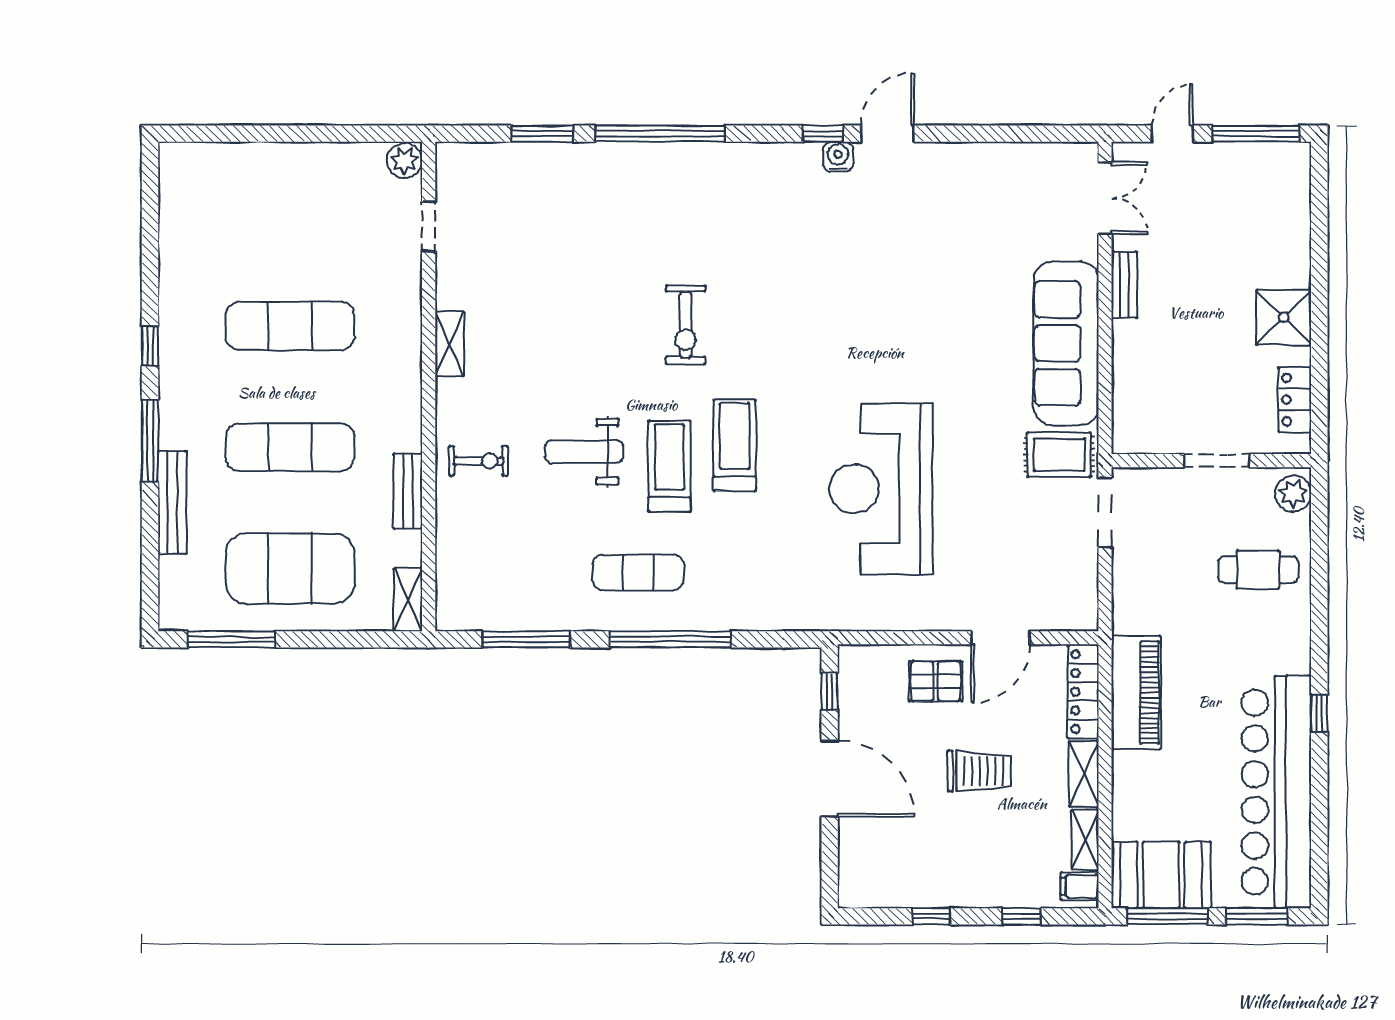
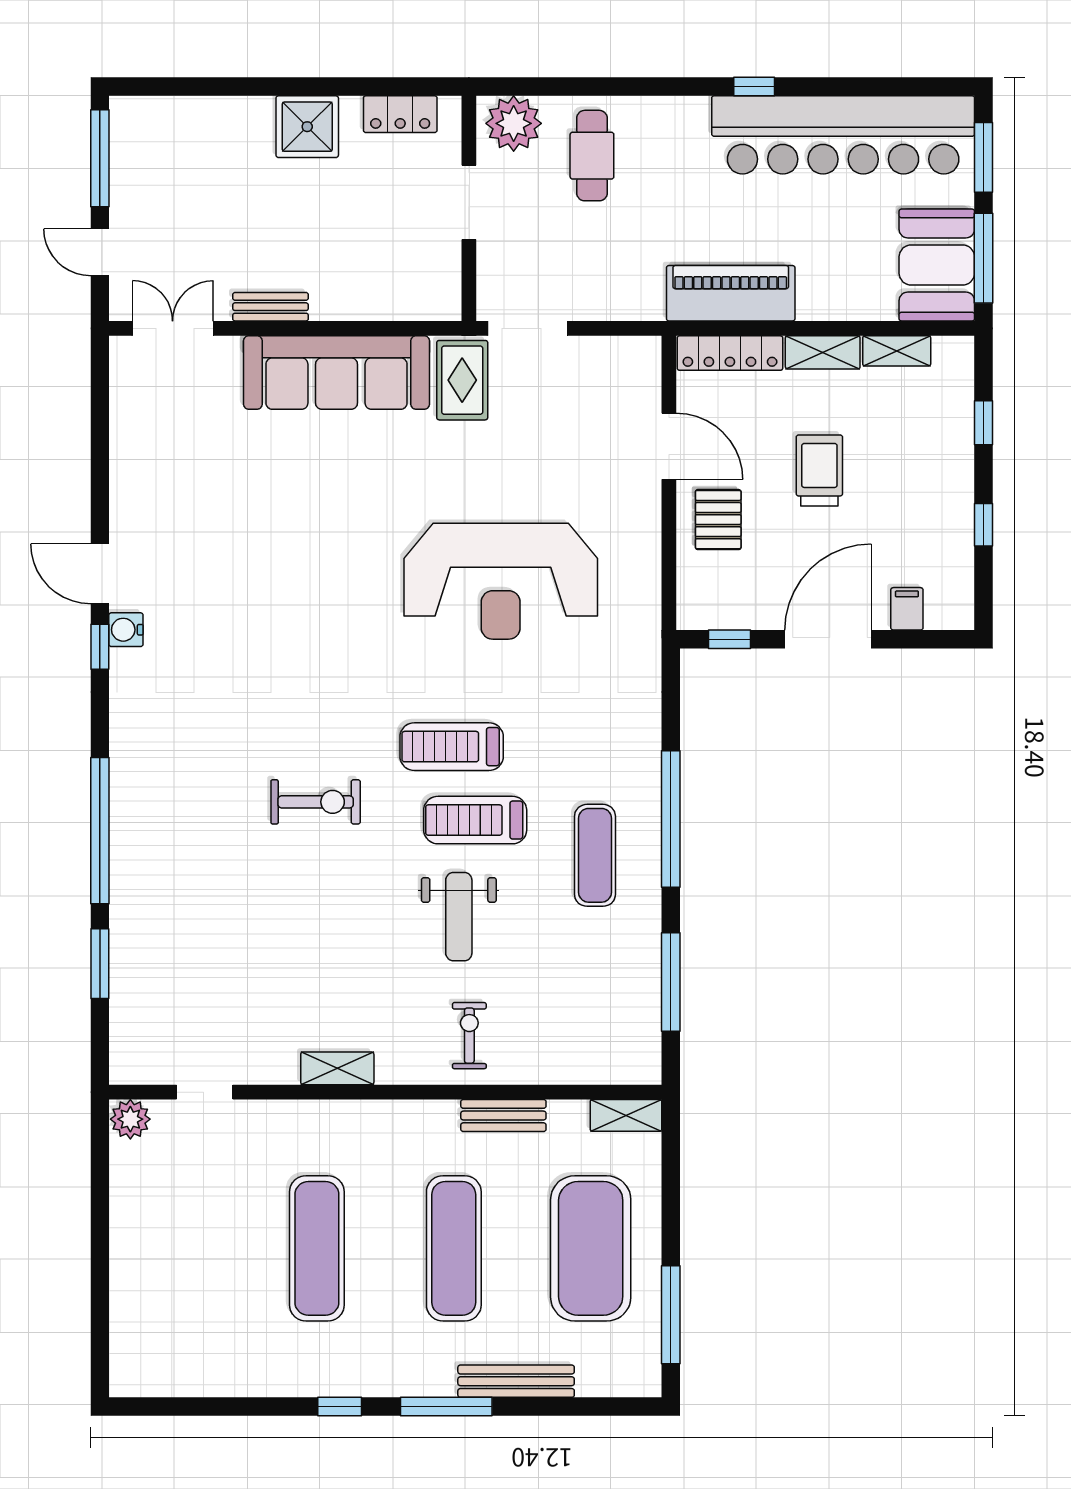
plant: (1293, 494) -> (514, 123), width x1.36, depth x1.36
filing cabinet: (1080, 886) -> (907, 609), moved, turned 180

